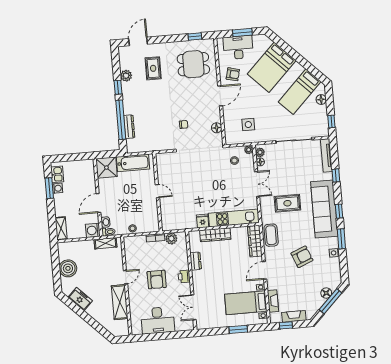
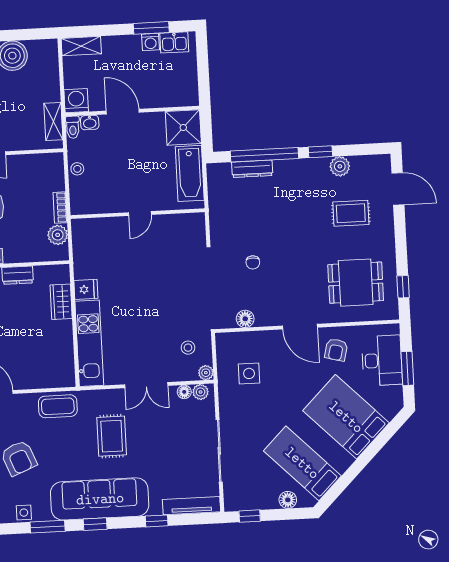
dining table: (193, 64) -> (356, 283), turned 90
wardrobe: (215, 235) -> (61, 302), width x0.67
wardrobe: (255, 241) -> (49, 378), removed

